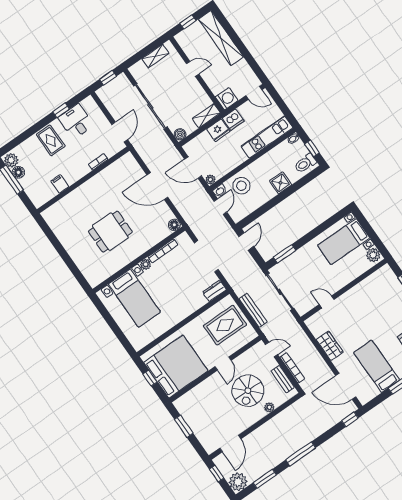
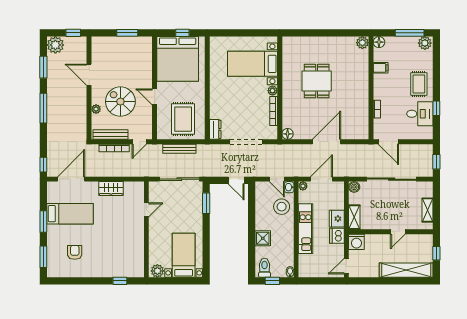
kitchen unit: (267, 137) -> (305, 229), moved
rug: (51, 140) -> (419, 84), turned 90
floor lamp: (18, 172) -> (379, 42), moved
plant: (49, 215) -> (362, 43), added
bench: (283, 379) -> (111, 135), width x1.36
door: (230, 444) -> (89, 75), moved

